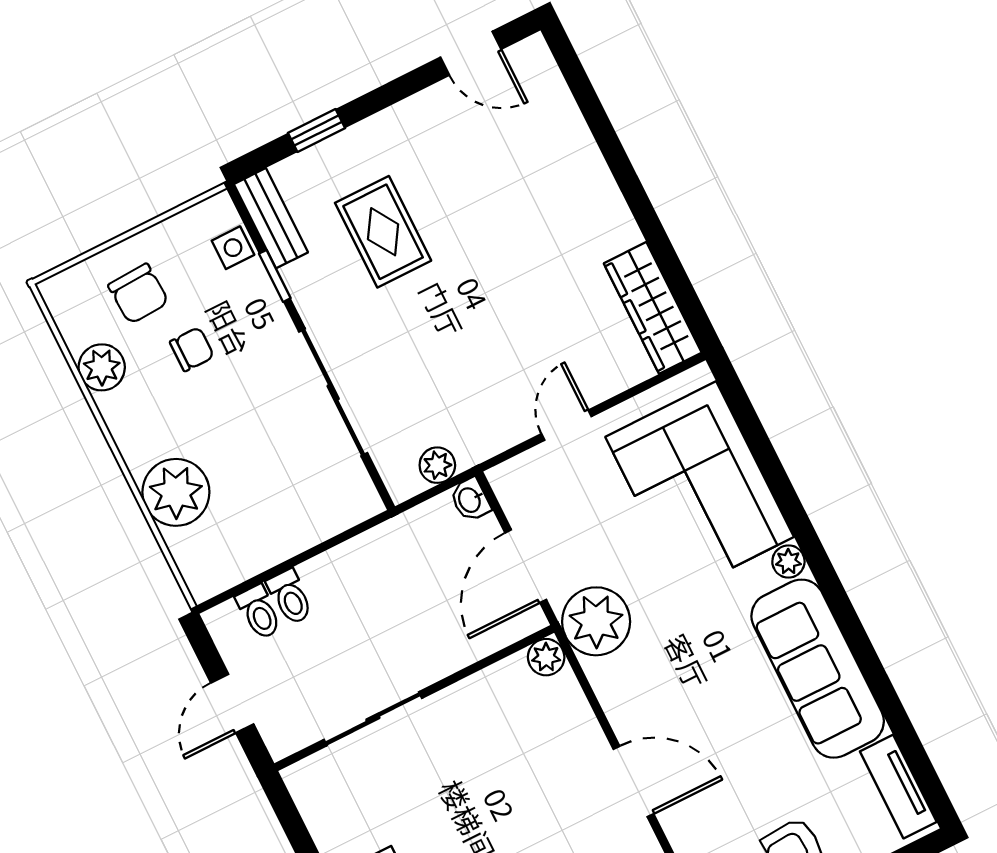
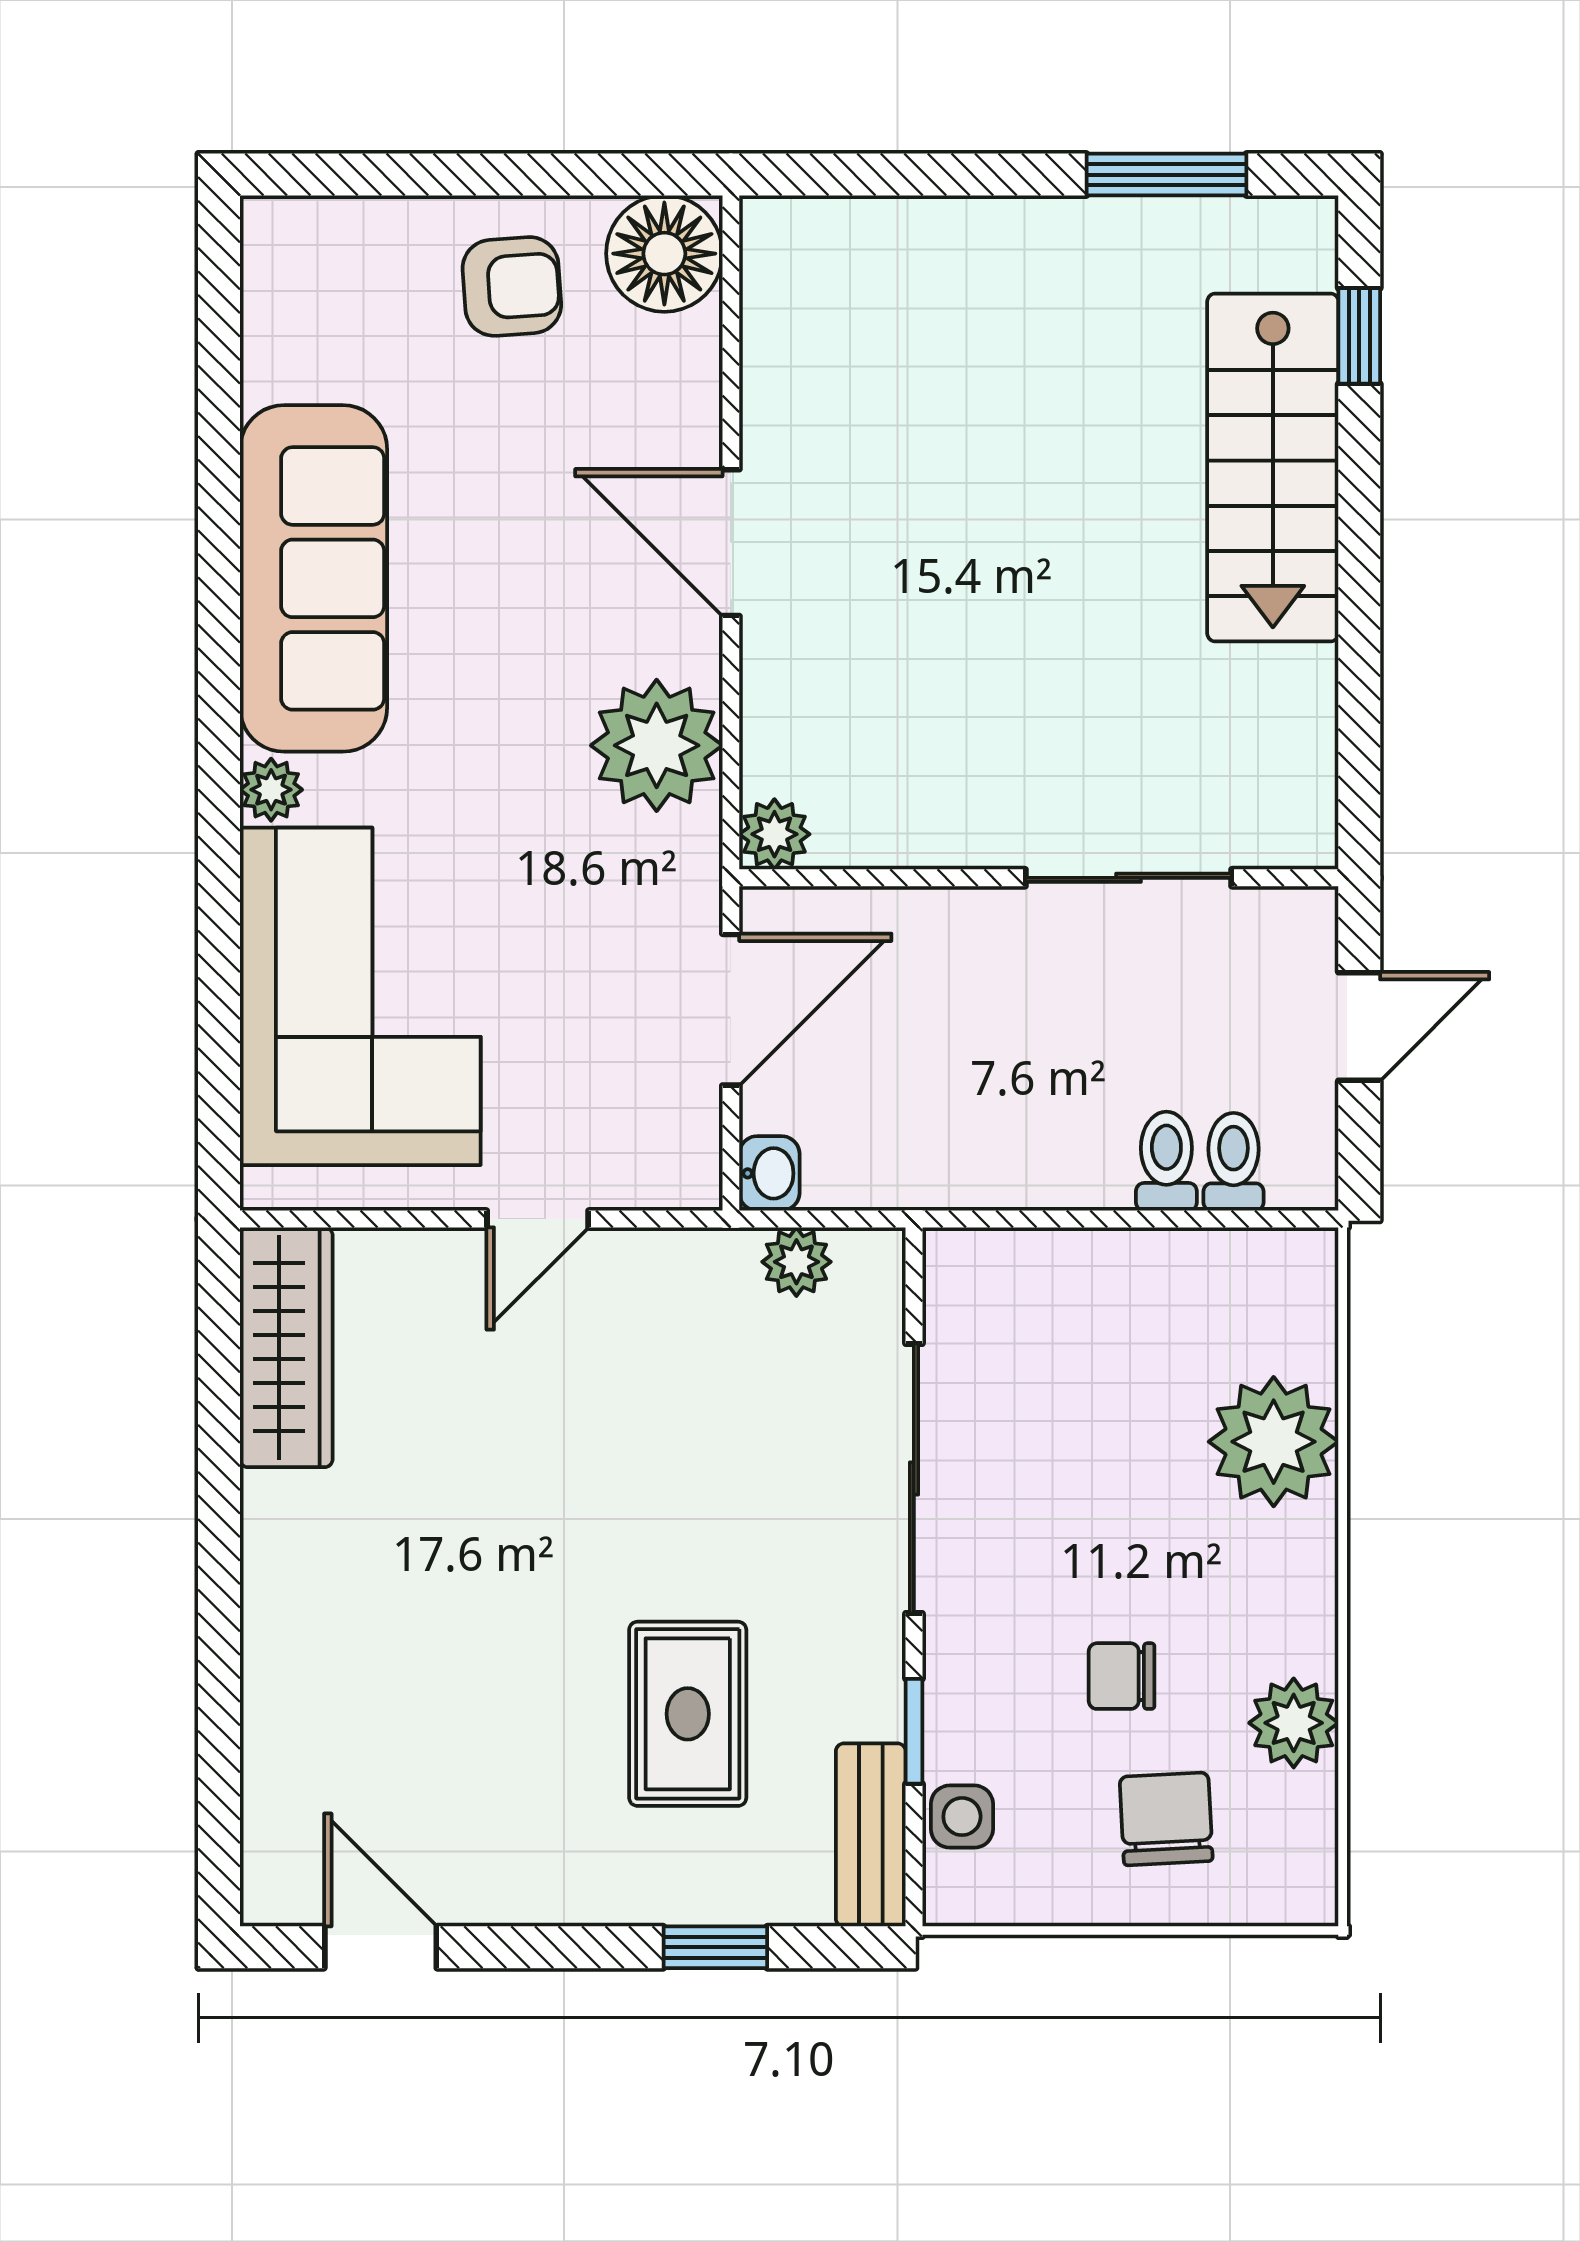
plant: (596, 621) -> (657, 745), moved
tv unit: (898, 787) -> (276, 304), removed

